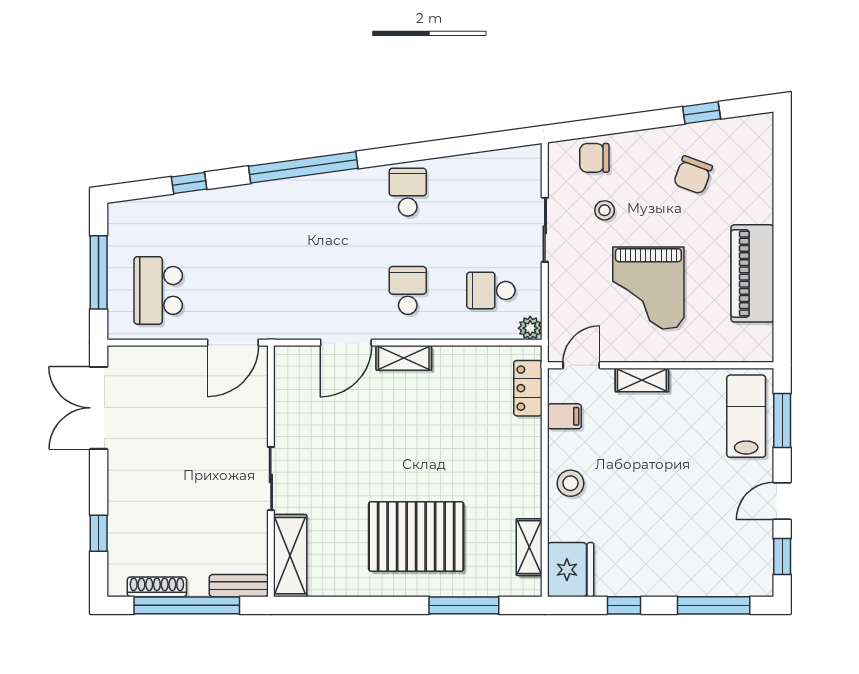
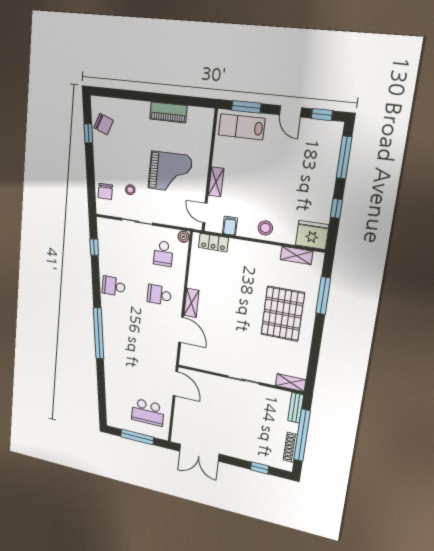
chair: (693, 175) -> (103, 124), moved
window: (189, 183) -> (94, 247), moved
piano: (752, 273) -> (168, 112), width x0.73, depth x0.75
shelving: (290, 556) -> (291, 383), width x0.67, depth x0.75

